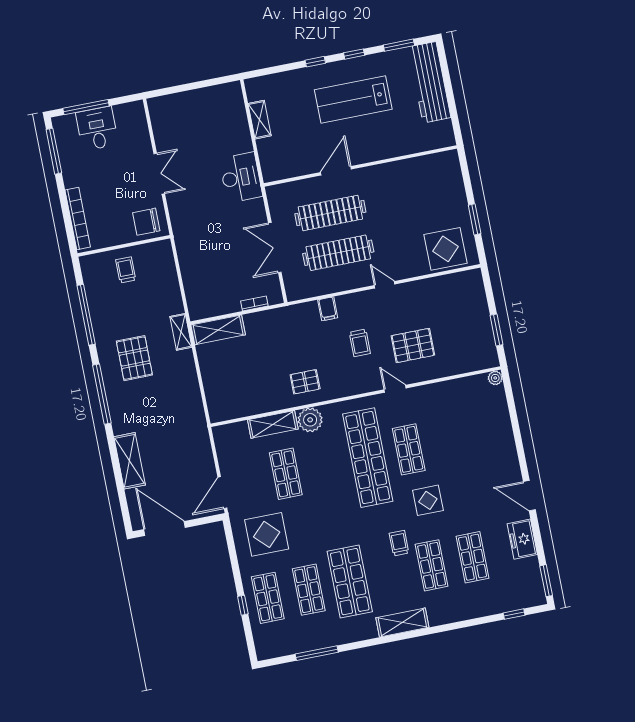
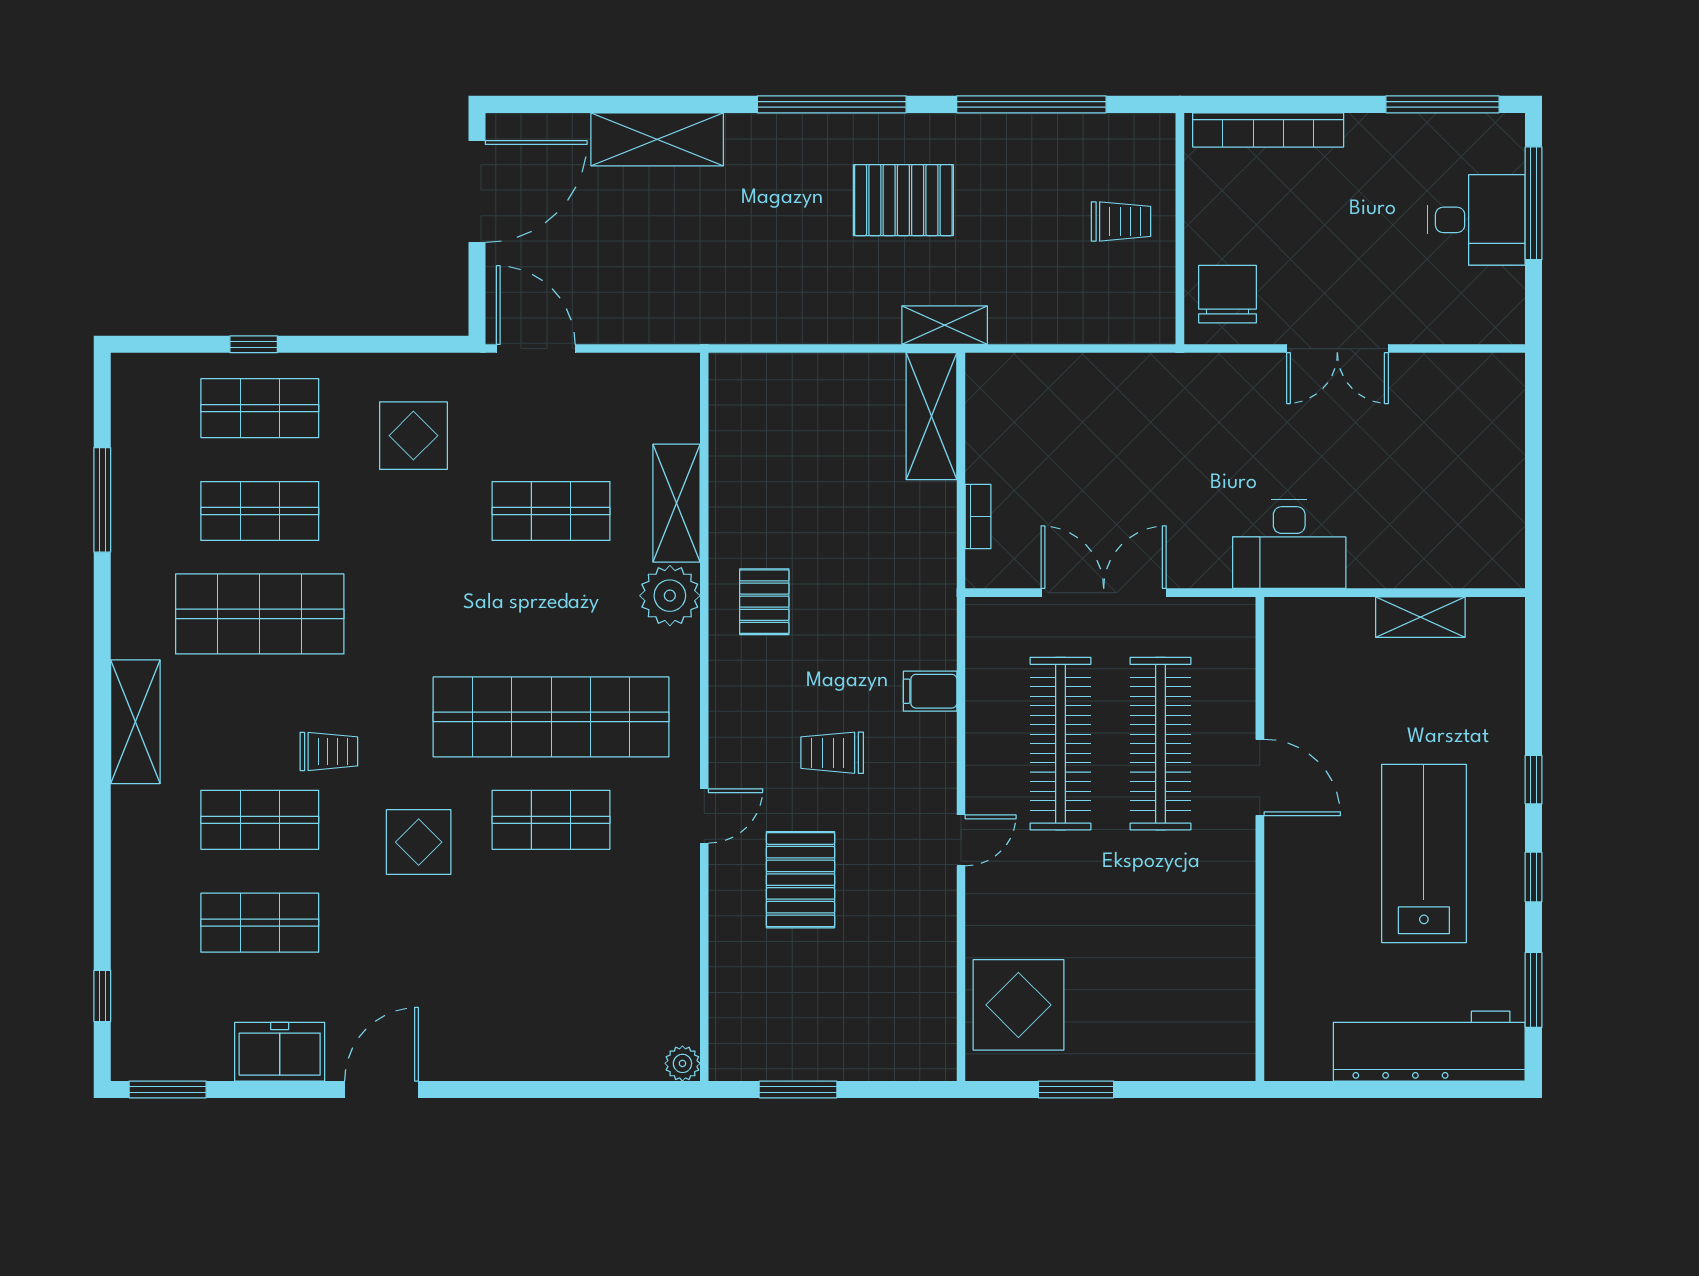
display table: (267, 534) -> (413, 436), width x0.73, depth x0.73

